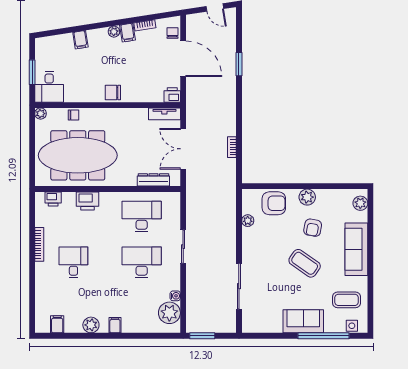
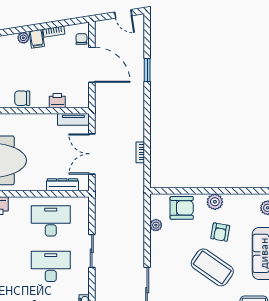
printer: (172, 95) -> (57, 101), moved
coffee table: (305, 263) -> (212, 267), width x1.36, depth x1.32

